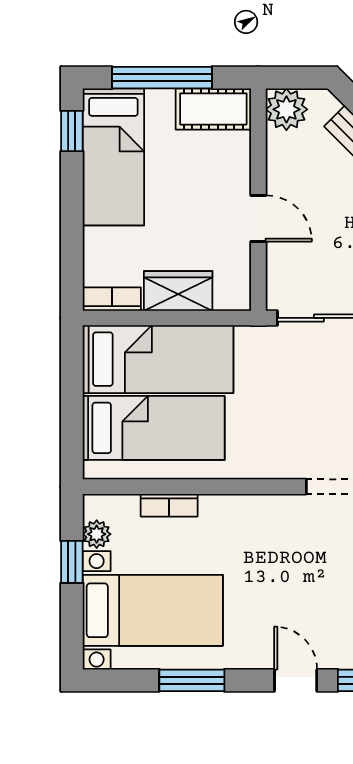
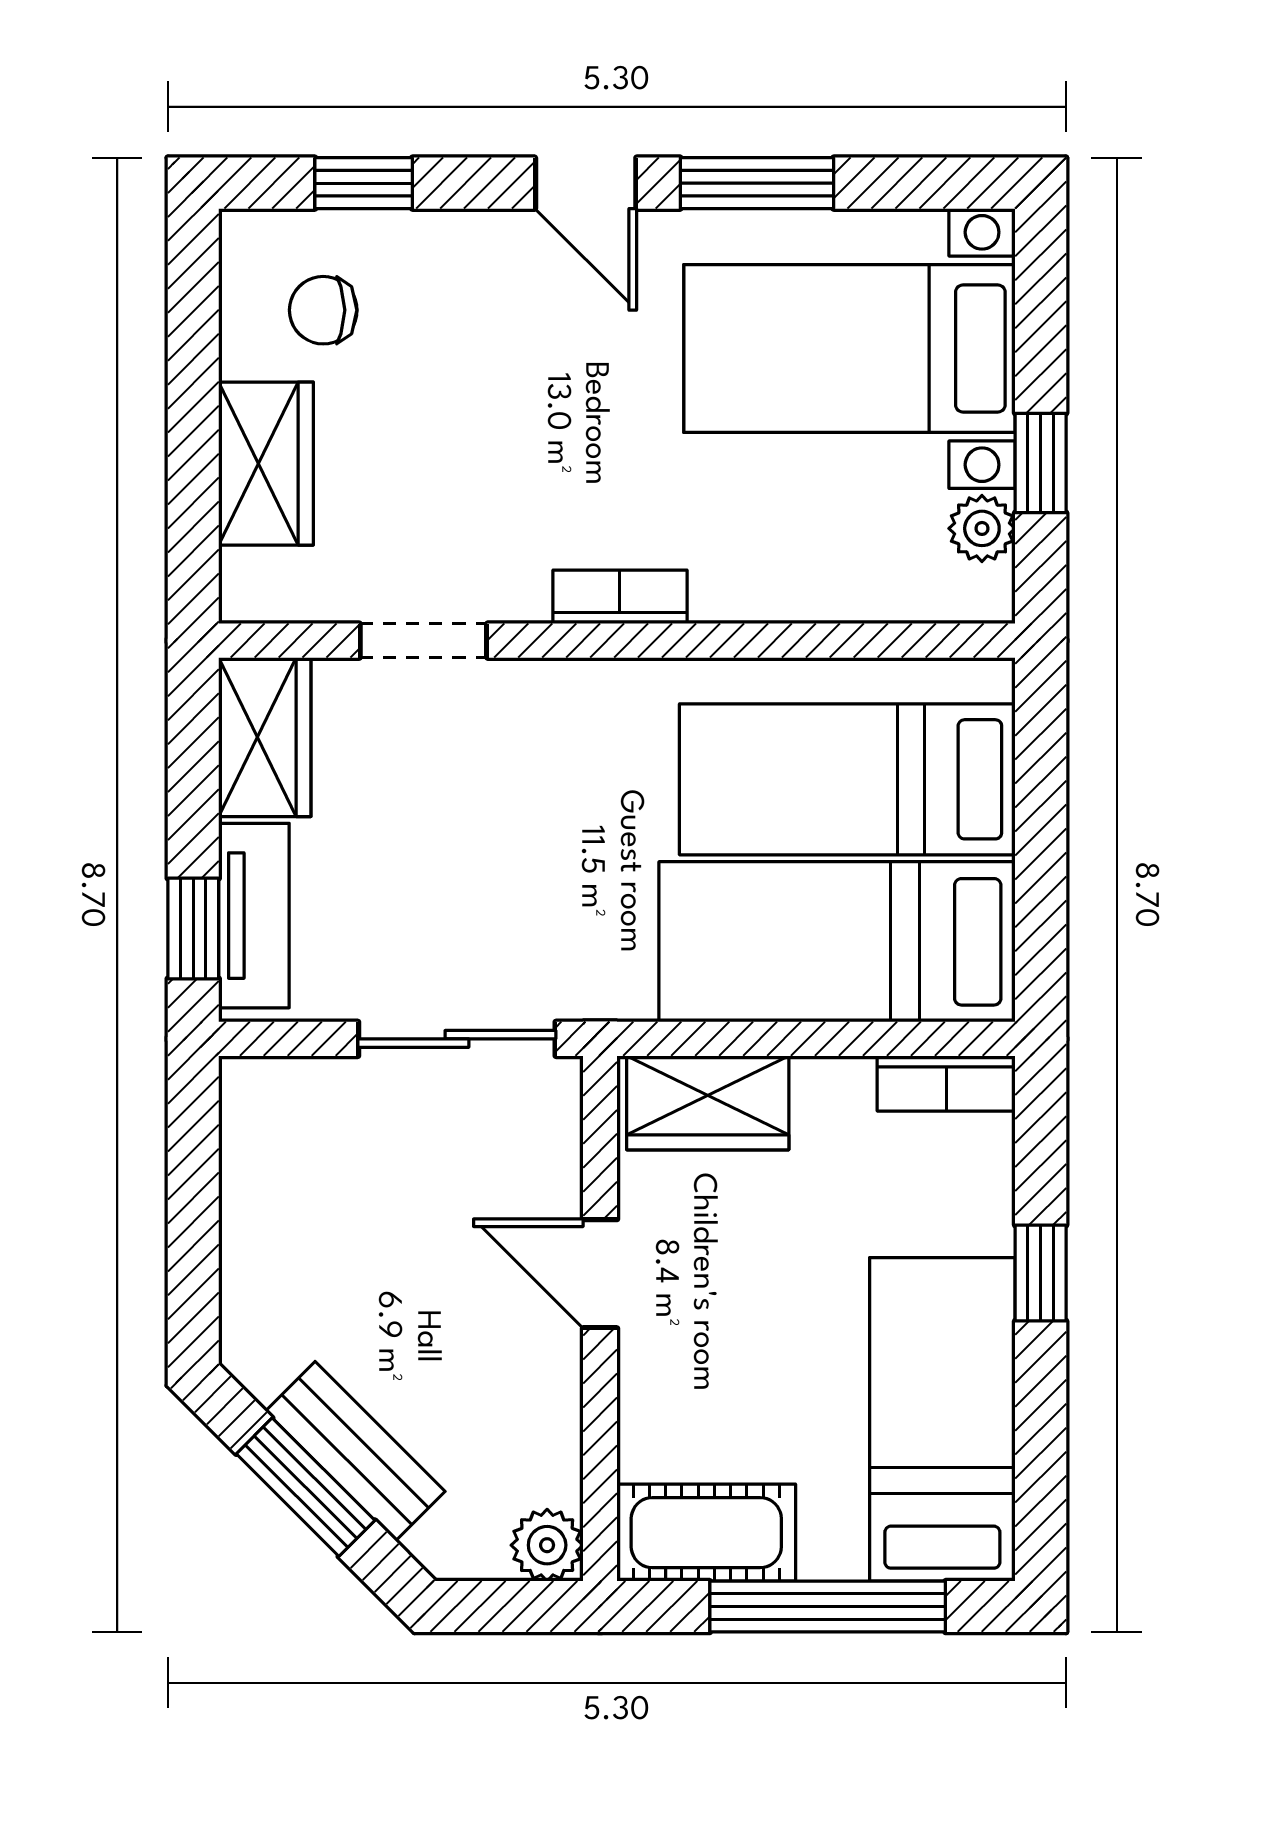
plant: (286, 109) -> (547, 1545), width x0.73, depth x0.73
window: (72, 131) -> (1041, 1273), moved
wardrobe: (178, 291) -> (708, 1103), moved
bookcase: (169, 505) -> (620, 597), moved
door: (296, 680) -> (586, 183), moved

